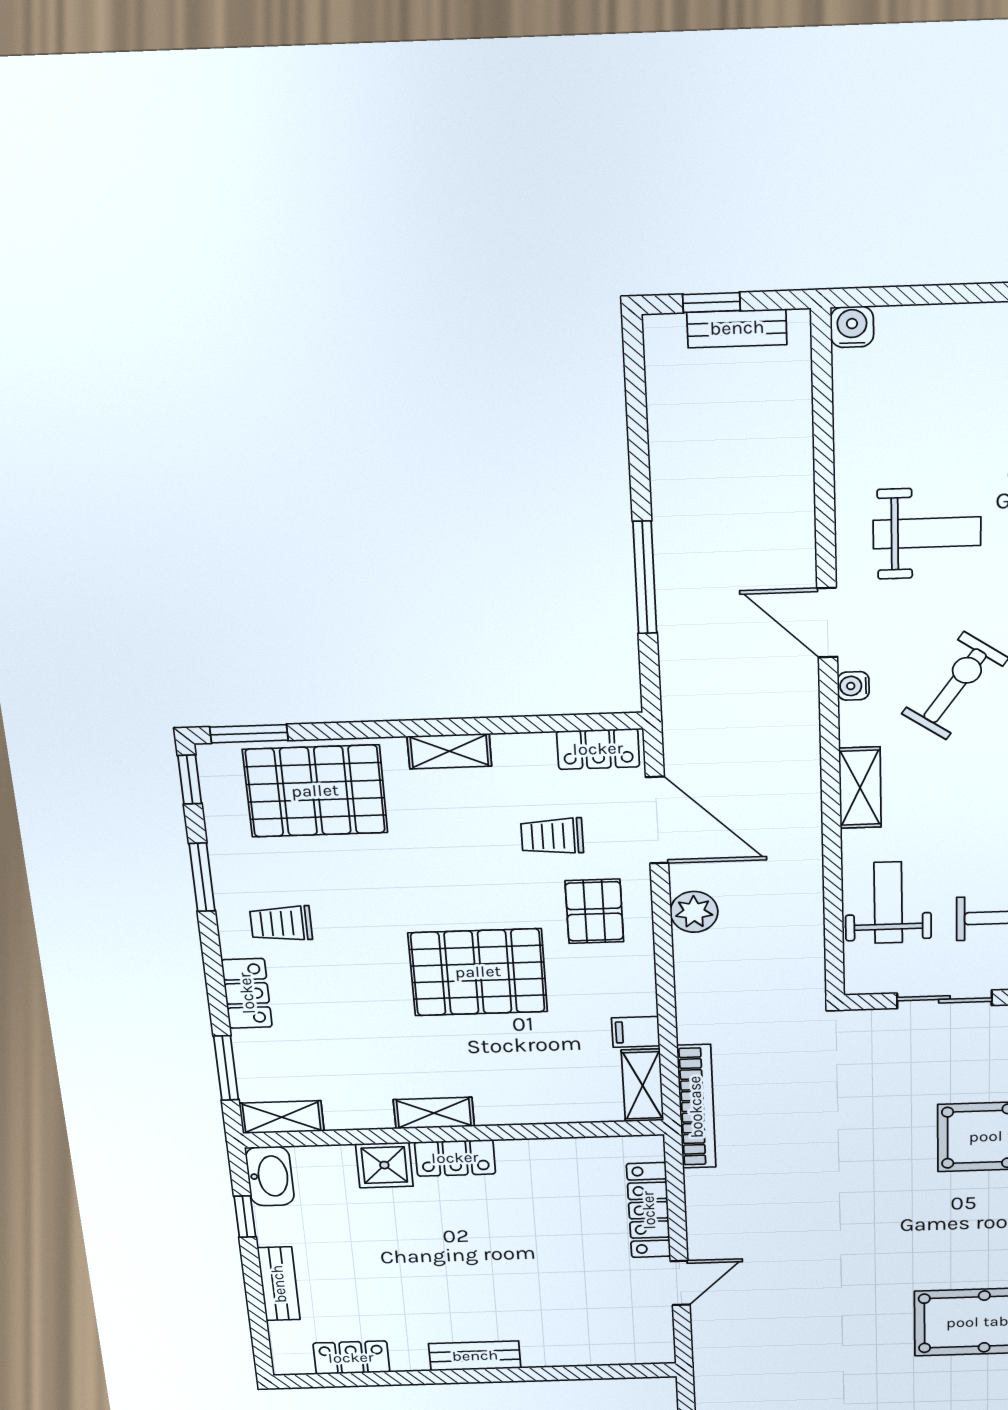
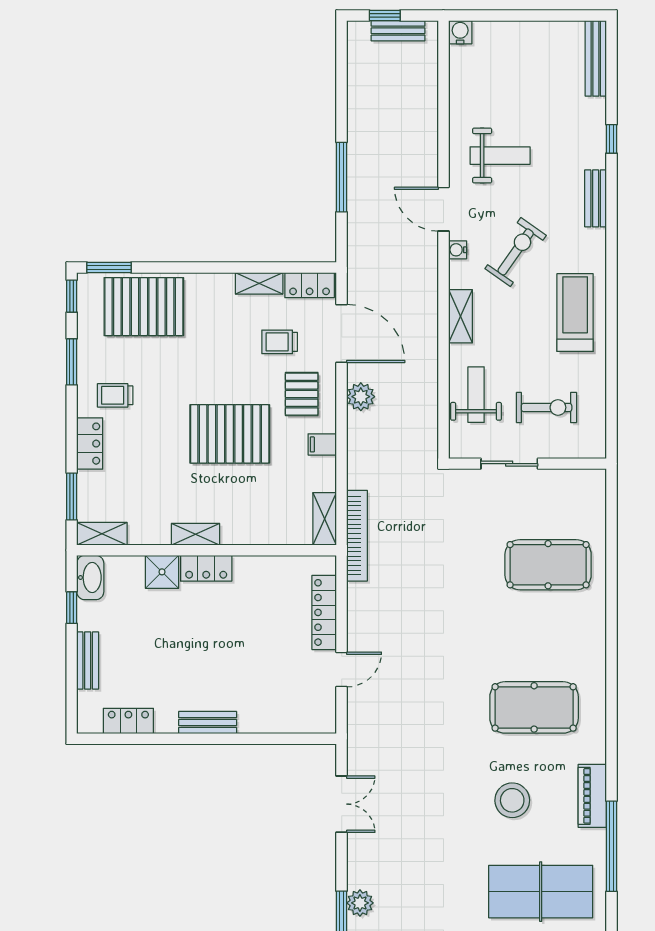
shelving: (449, 751) -> (259, 283), moved
filing cabinet: (636, 1032) -> (322, 444), moved

